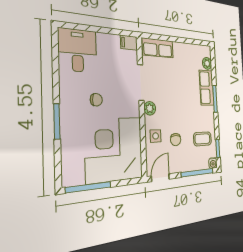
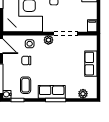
row of seats: (158, 48) -> (91, 64), moved
row of seats: (207, 88) -> (52, 92), moved

